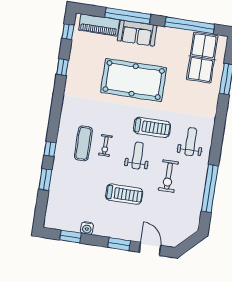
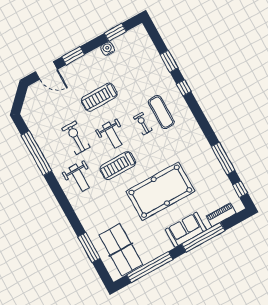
piano: (99, 25) -> (221, 215), width x0.73, depth x0.75
window: (62, 67) -> (223, 158), width x2.17

